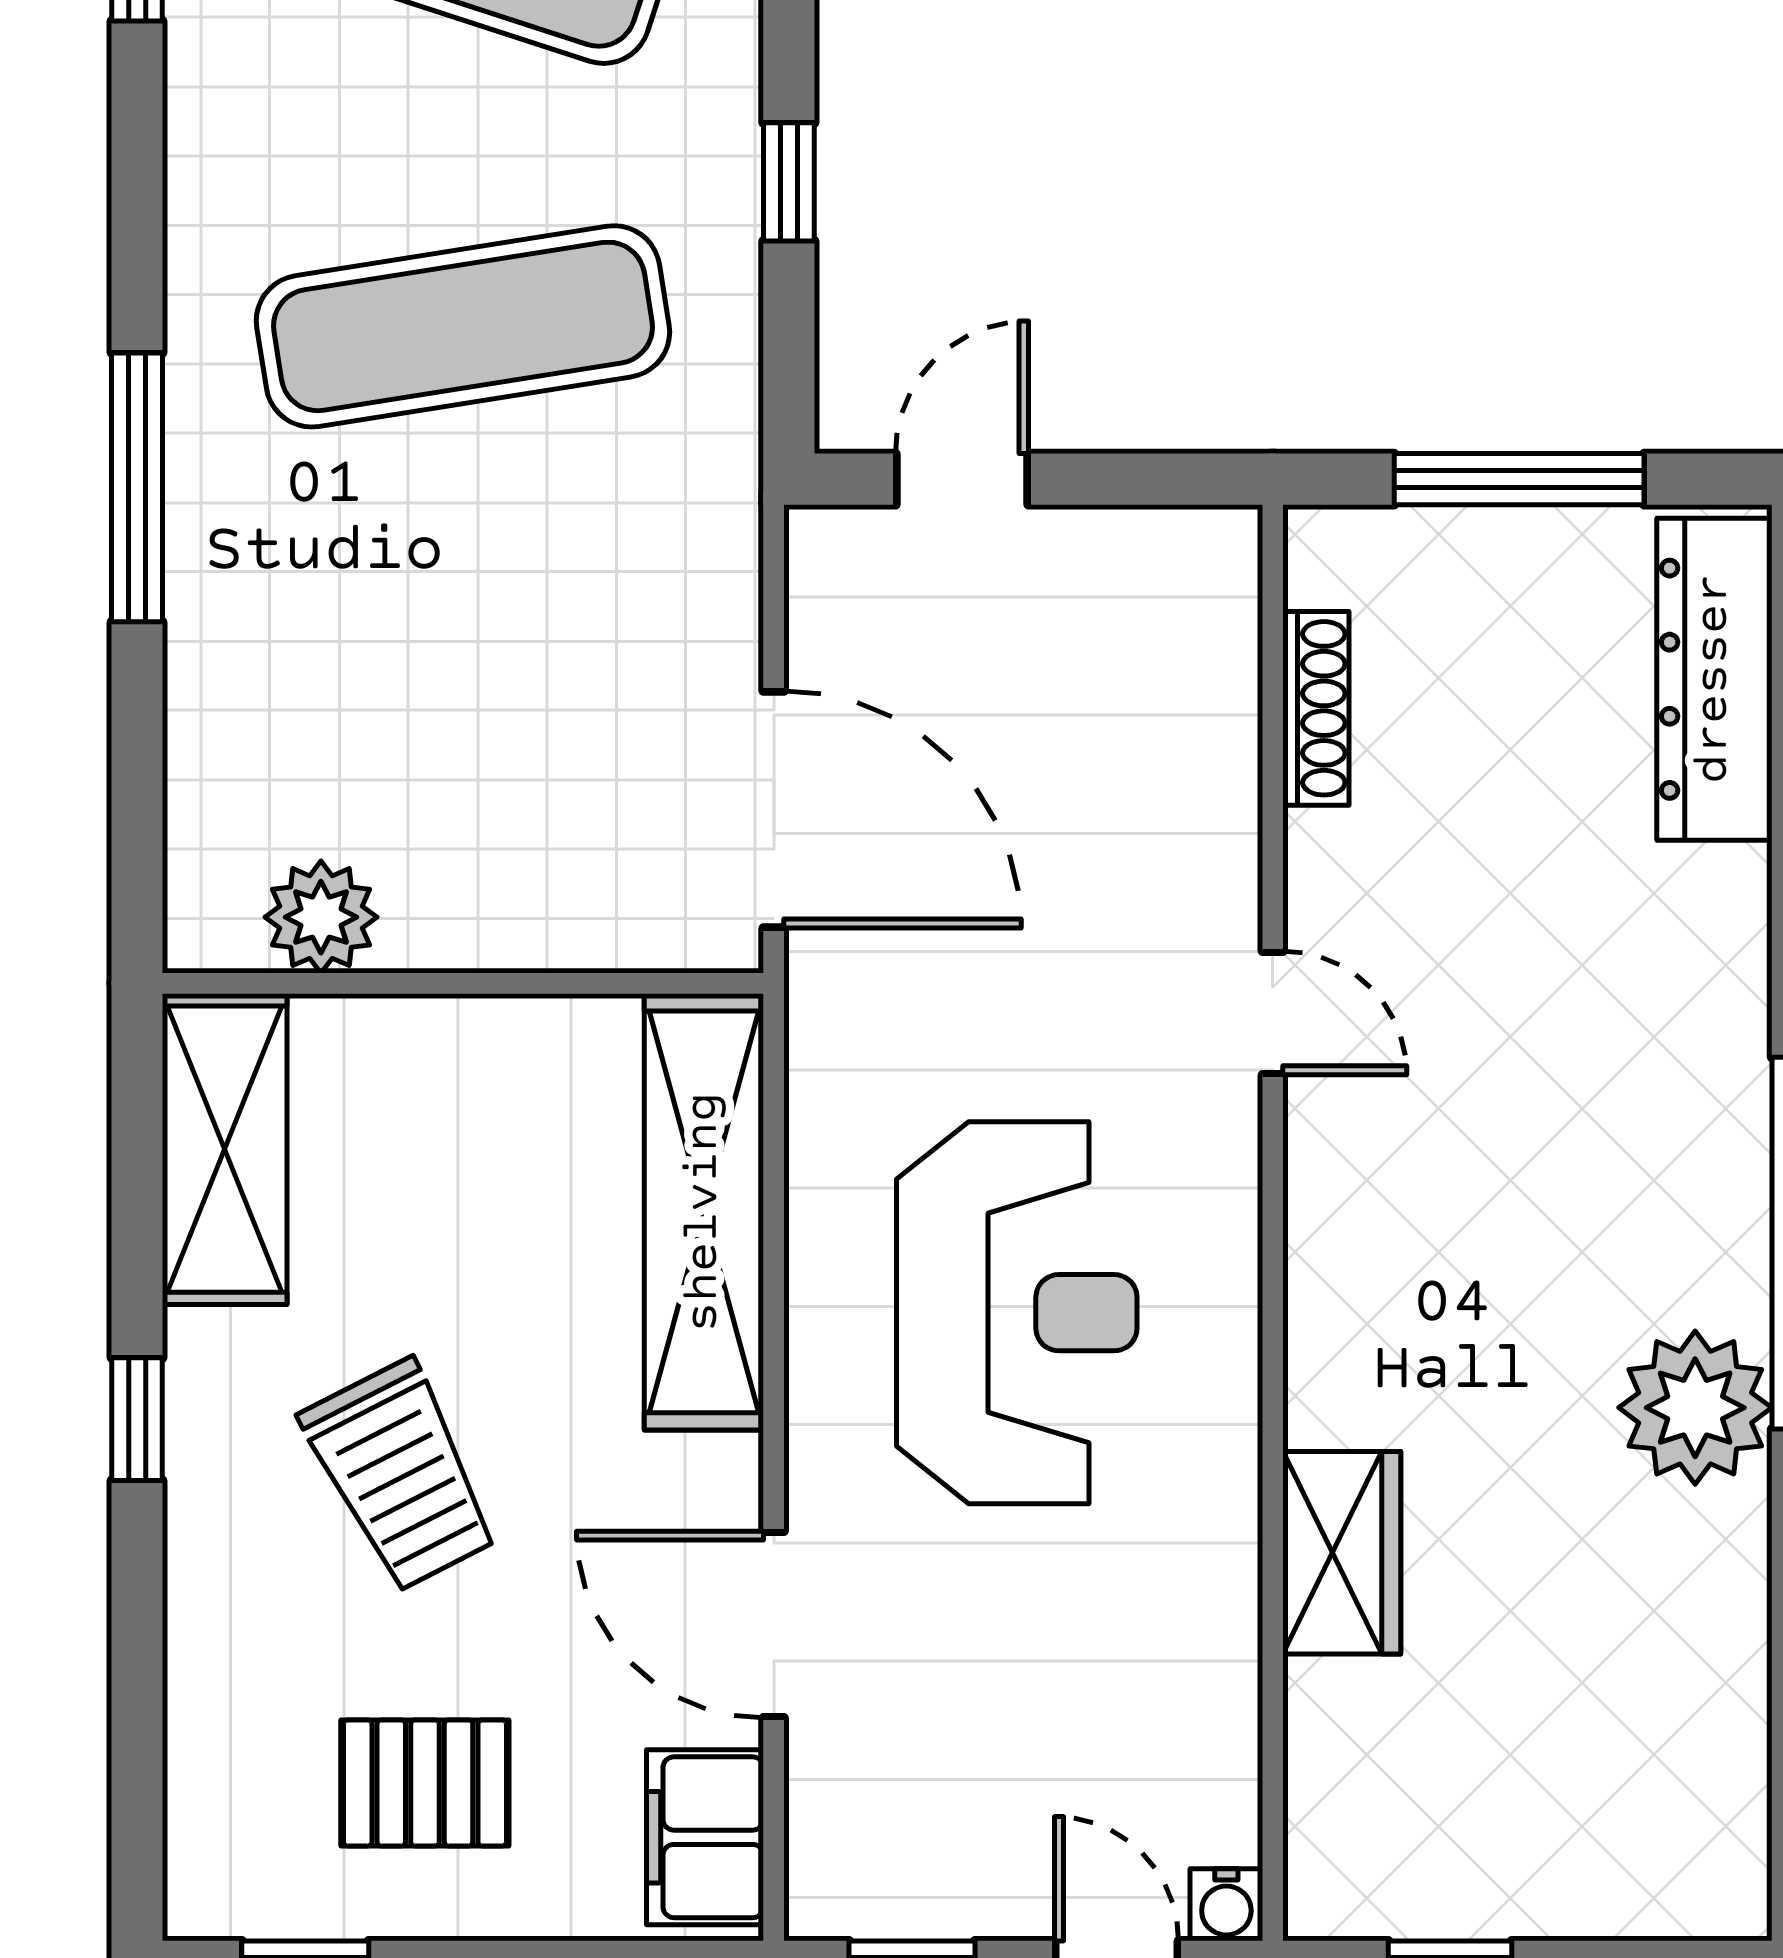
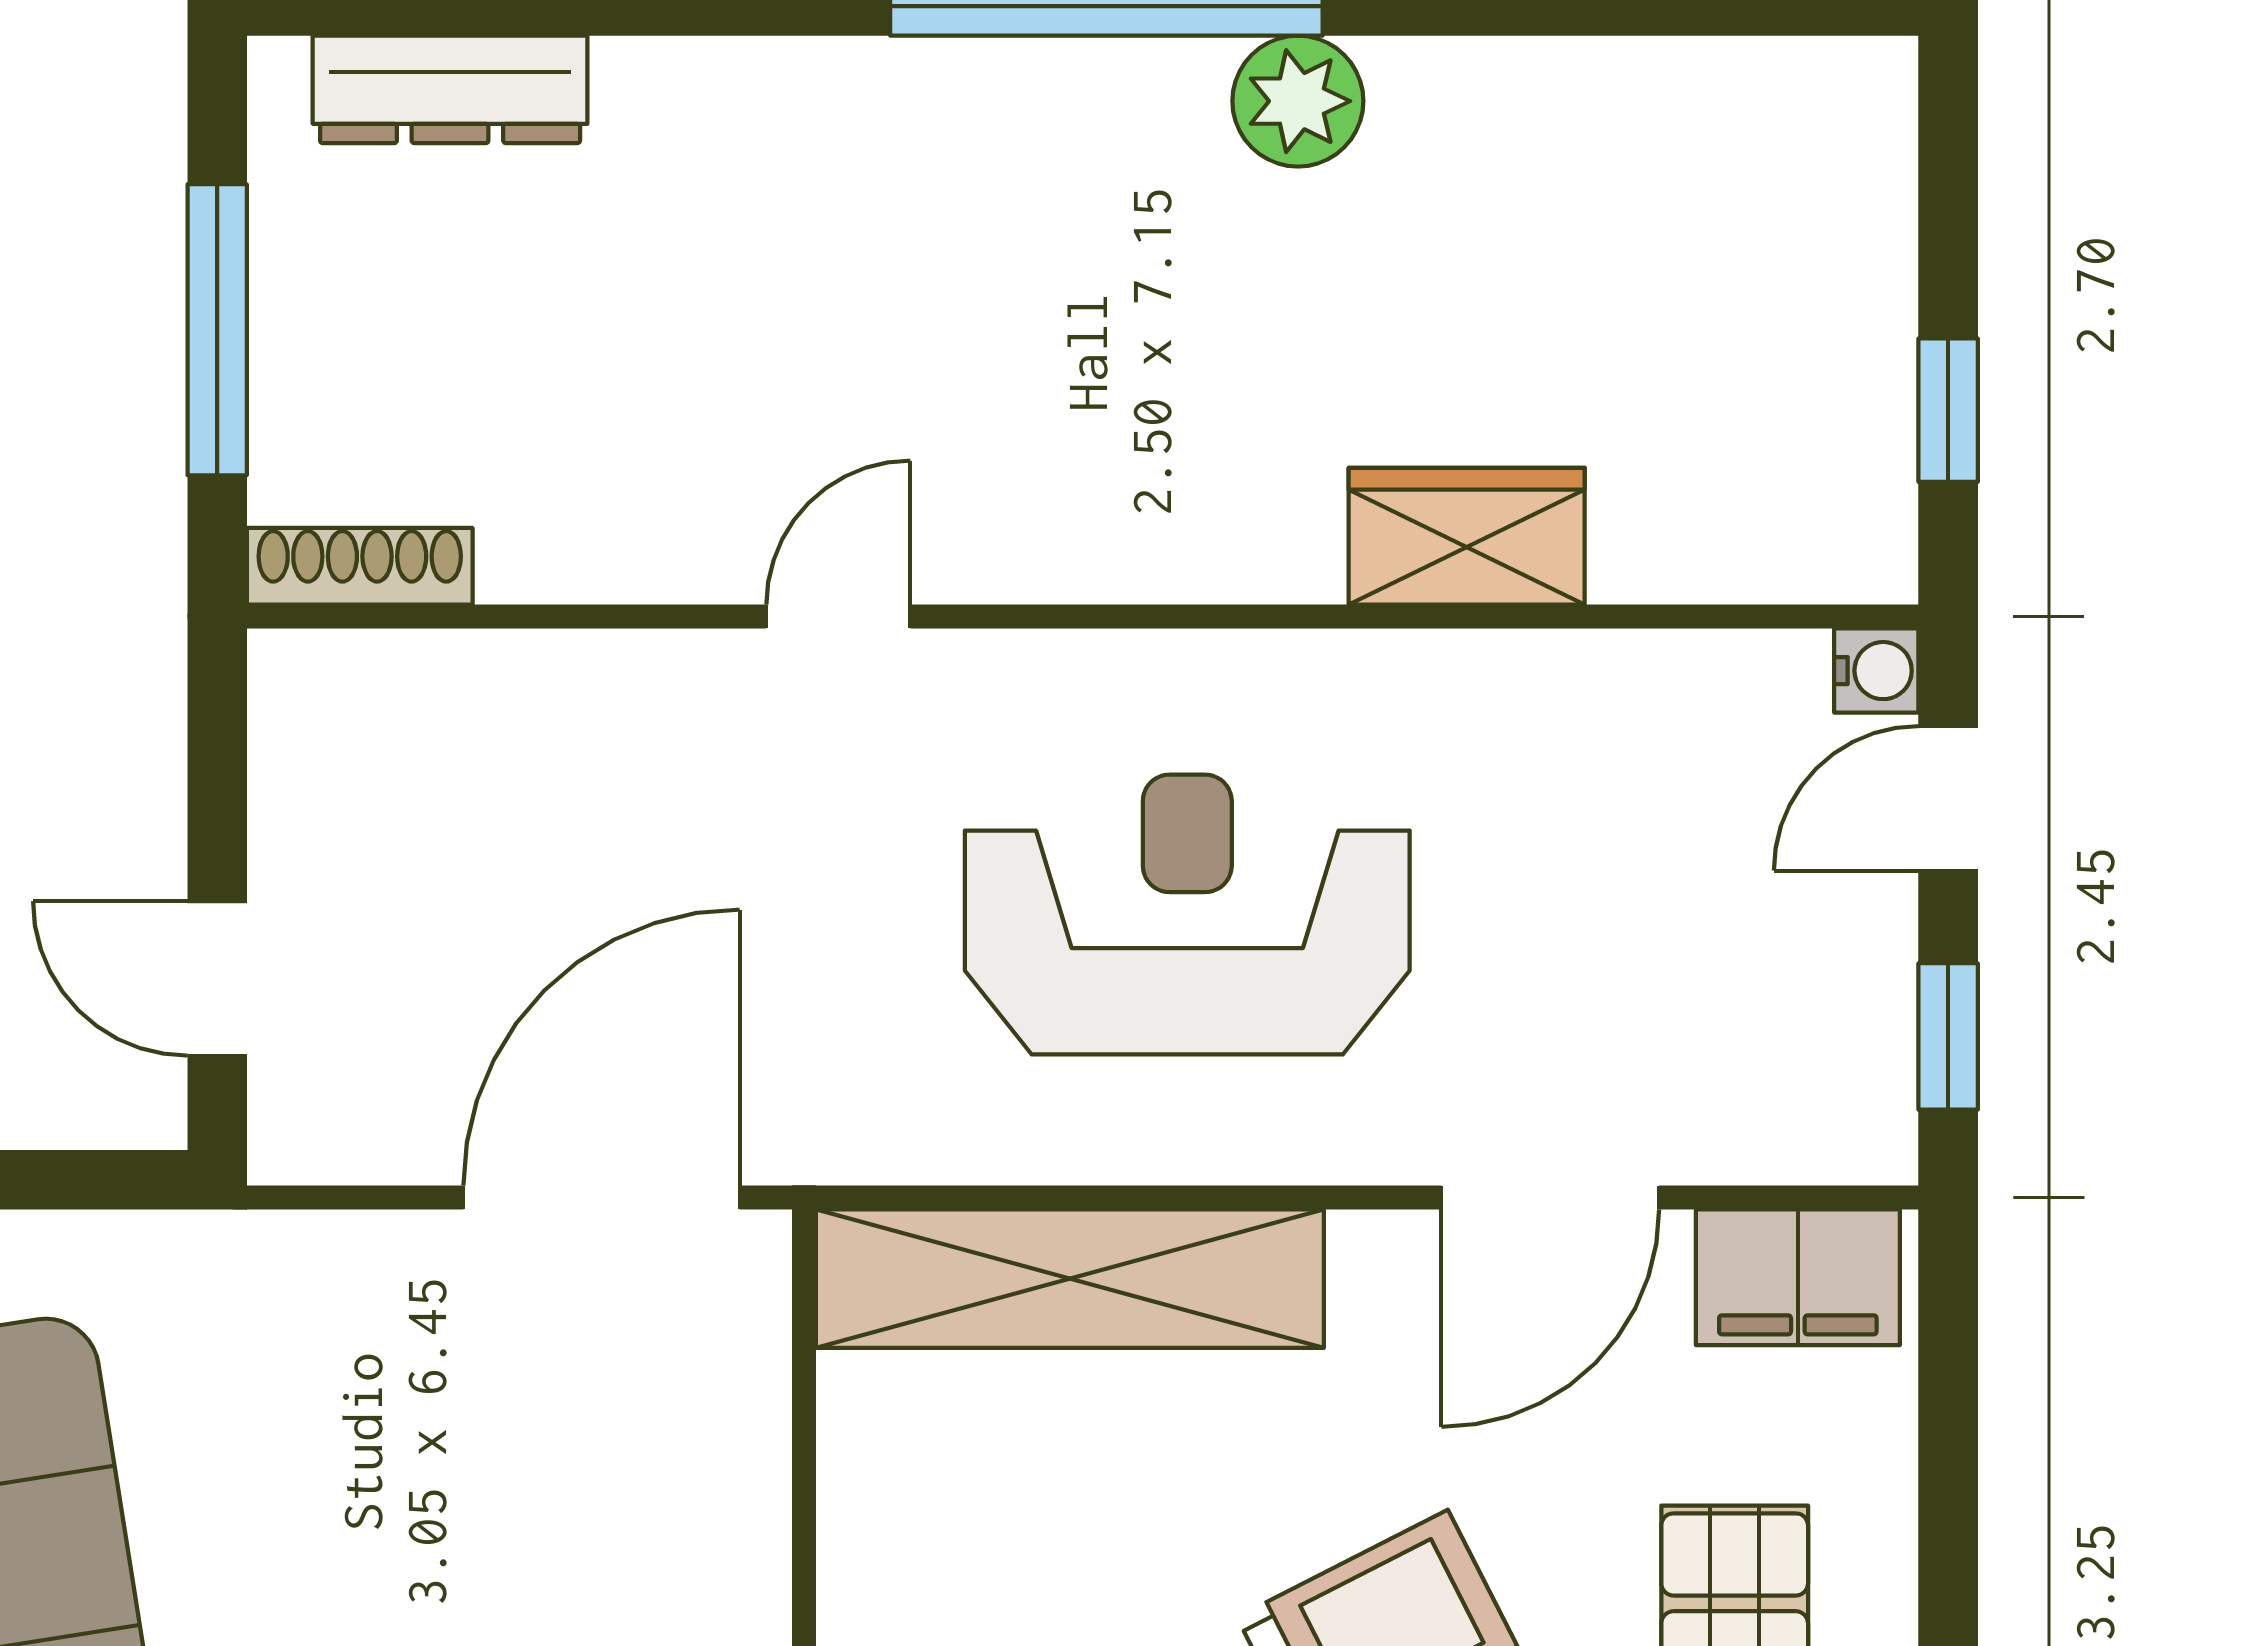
dresser: (1714, 679) -> (450, 89), width x0.73, depth x0.80
shoe rack: (1316, 708) -> (360, 566), moved
plant: (1695, 1408) -> (1298, 101), width x0.73, depth x0.73

